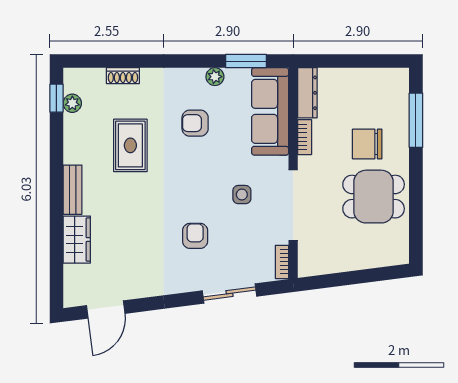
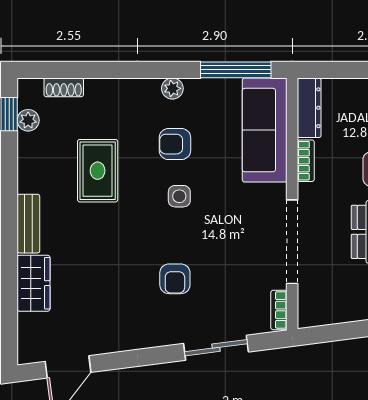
window: (246, 61) -> (236, 70), width x1.44
shoe rack: (123, 76) -> (64, 87), moved
plant: (215, 77) -> (172, 88), moved
side table: (242, 195) -> (179, 196), moved
armchair: (195, 236) -> (175, 279), turned 180

